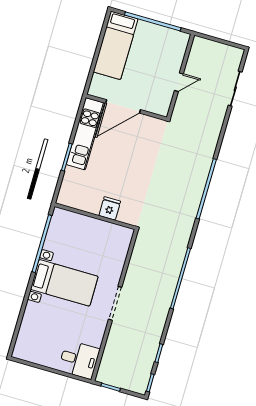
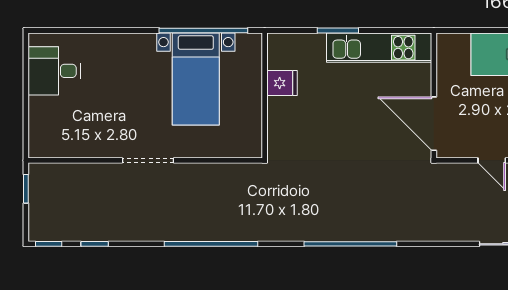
door: (123, 106) -> (434, 124), moved
fridge: (110, 208) -> (282, 83), moved
bed with nightstands: (64, 283) -> (196, 79), moved
desk: (79, 360) -> (54, 71), moved, turned 90

